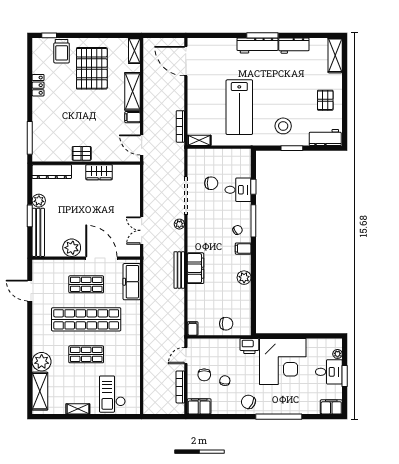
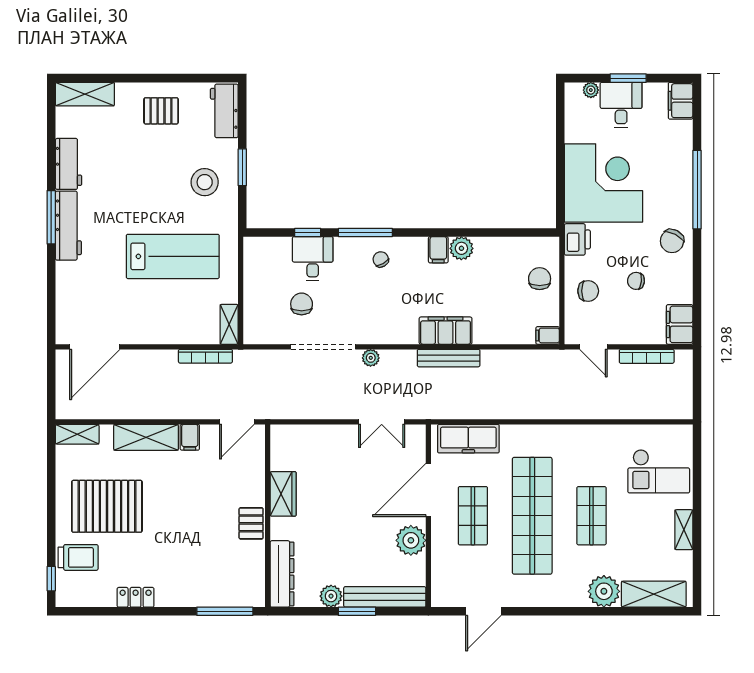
filing cabinet: (243, 249) -> (438, 250), moved
chair: (204, 375) -> (588, 291), moved

